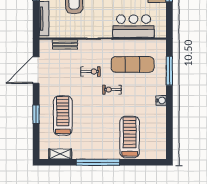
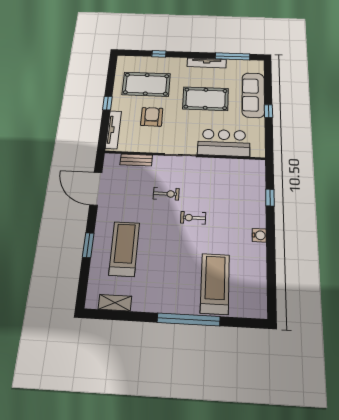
exercise mat: (133, 64) -> (221, 188), removed
door: (36, 70) -> (96, 189), hinge flipped
window: (169, 71) -> (270, 198), width x0.46
window: (98, 162) -> (189, 319), moved

